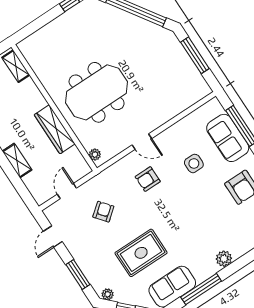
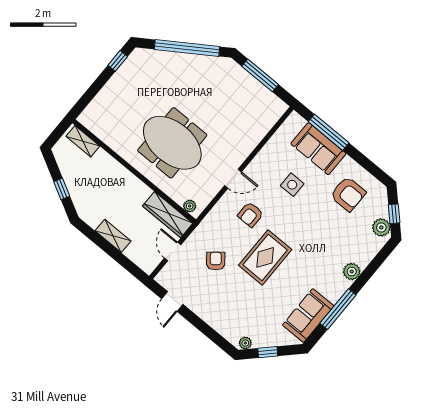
meeting table: (97, 92) -> (172, 143), turned 90
wardrobe: (55, 129) -> (168, 215), moved
rug: (141, 253) -> (265, 257), moved
window: (78, 275) -> (209, 332), removed

